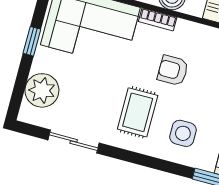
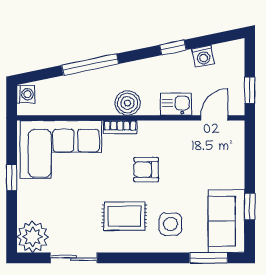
plant: (42, 90) -> (33, 237), moved
rug: (138, 112) -> (124, 216), turned 90

